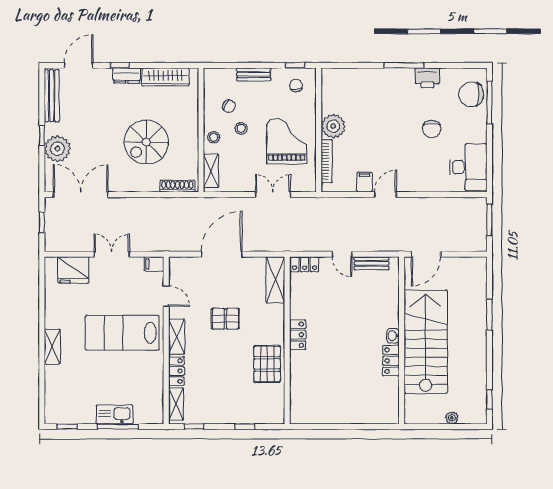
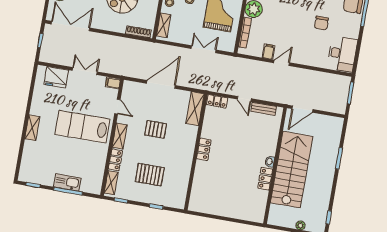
pallet: (267, 364) -> (150, 175), moved, turned 90

